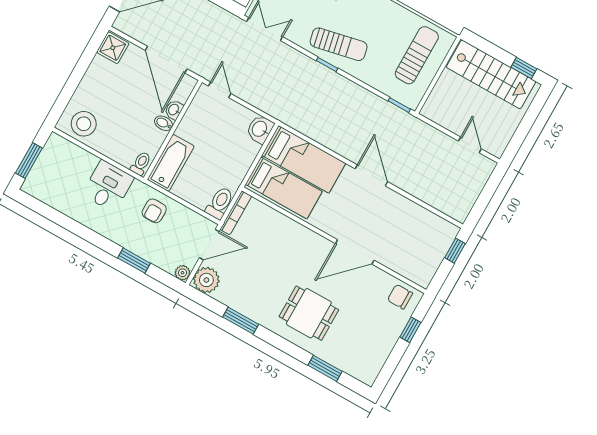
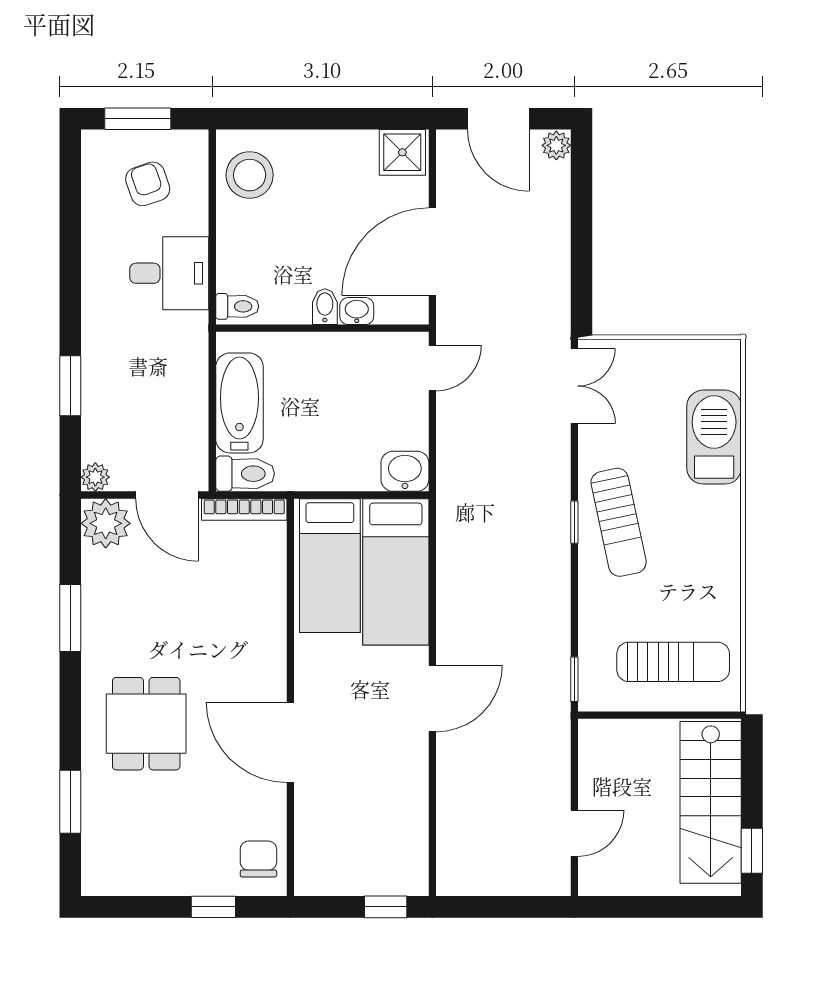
bathtub: (171, 163) -> (239, 403), moved, turned -90
armchair: (154, 211) -> (148, 184), moved, turned 71

